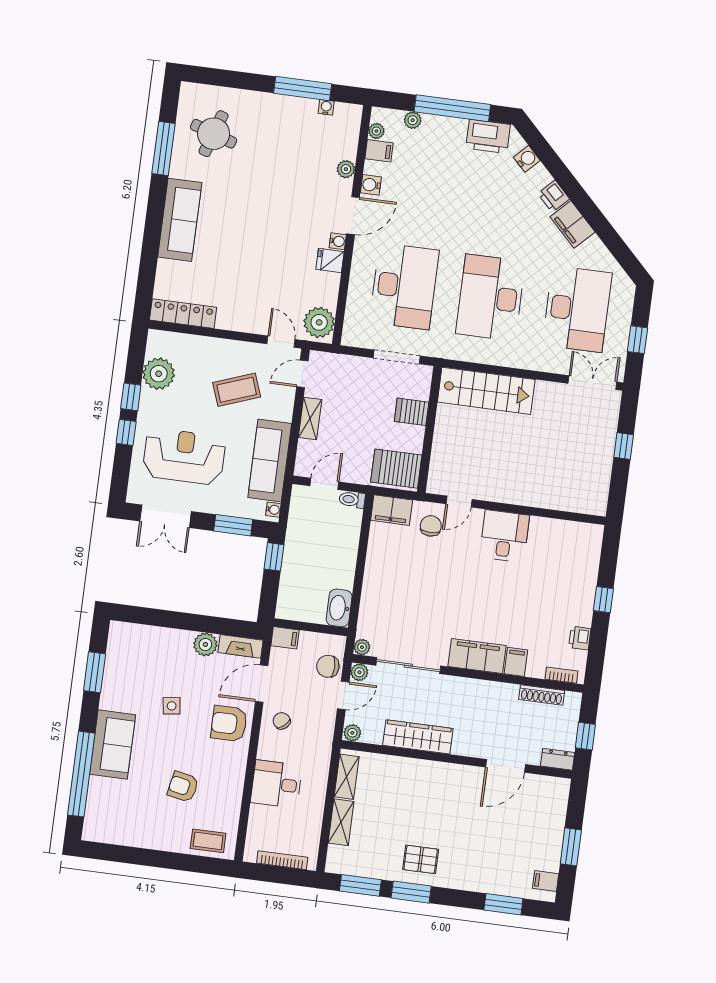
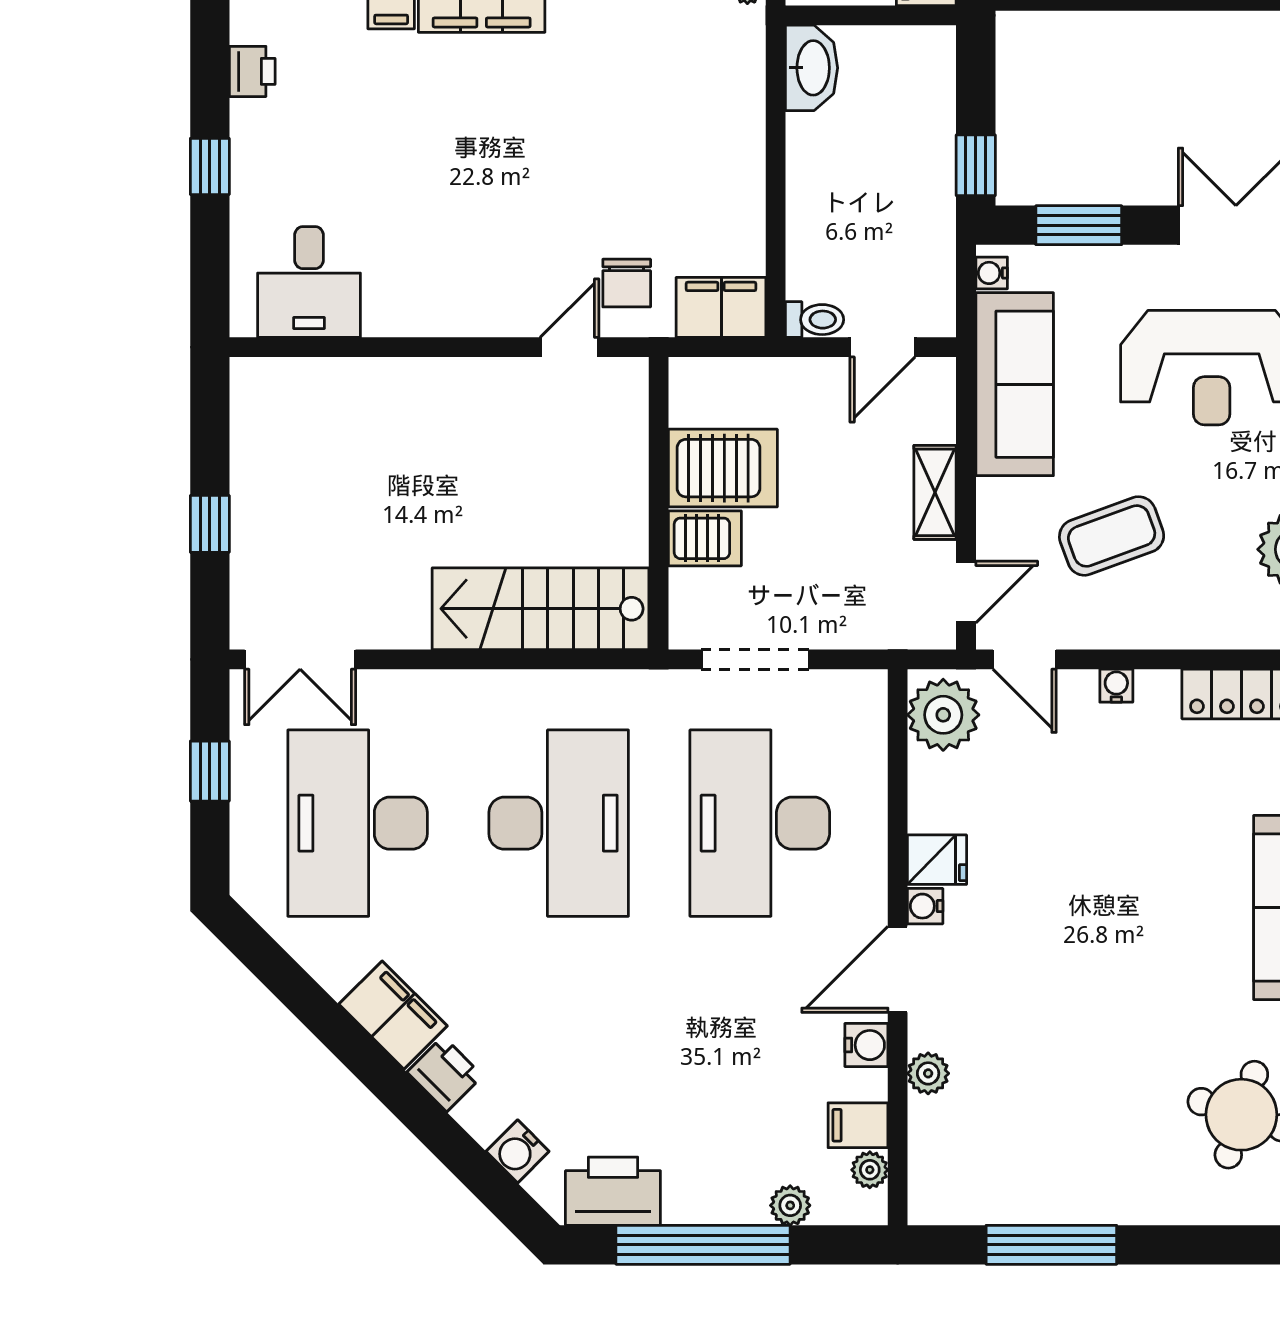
water cooler: (326, 107) -> (1116, 686), moved, turned 180
server rack: (396, 469) -> (723, 468), moved
desk: (504, 536) -> (309, 282), moved

